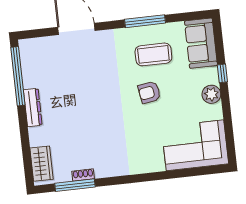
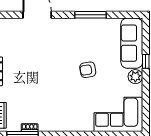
sofa: (201, 43) -> (132, 43), width x1.36
coffee table: (153, 54) -> (94, 41), removed

